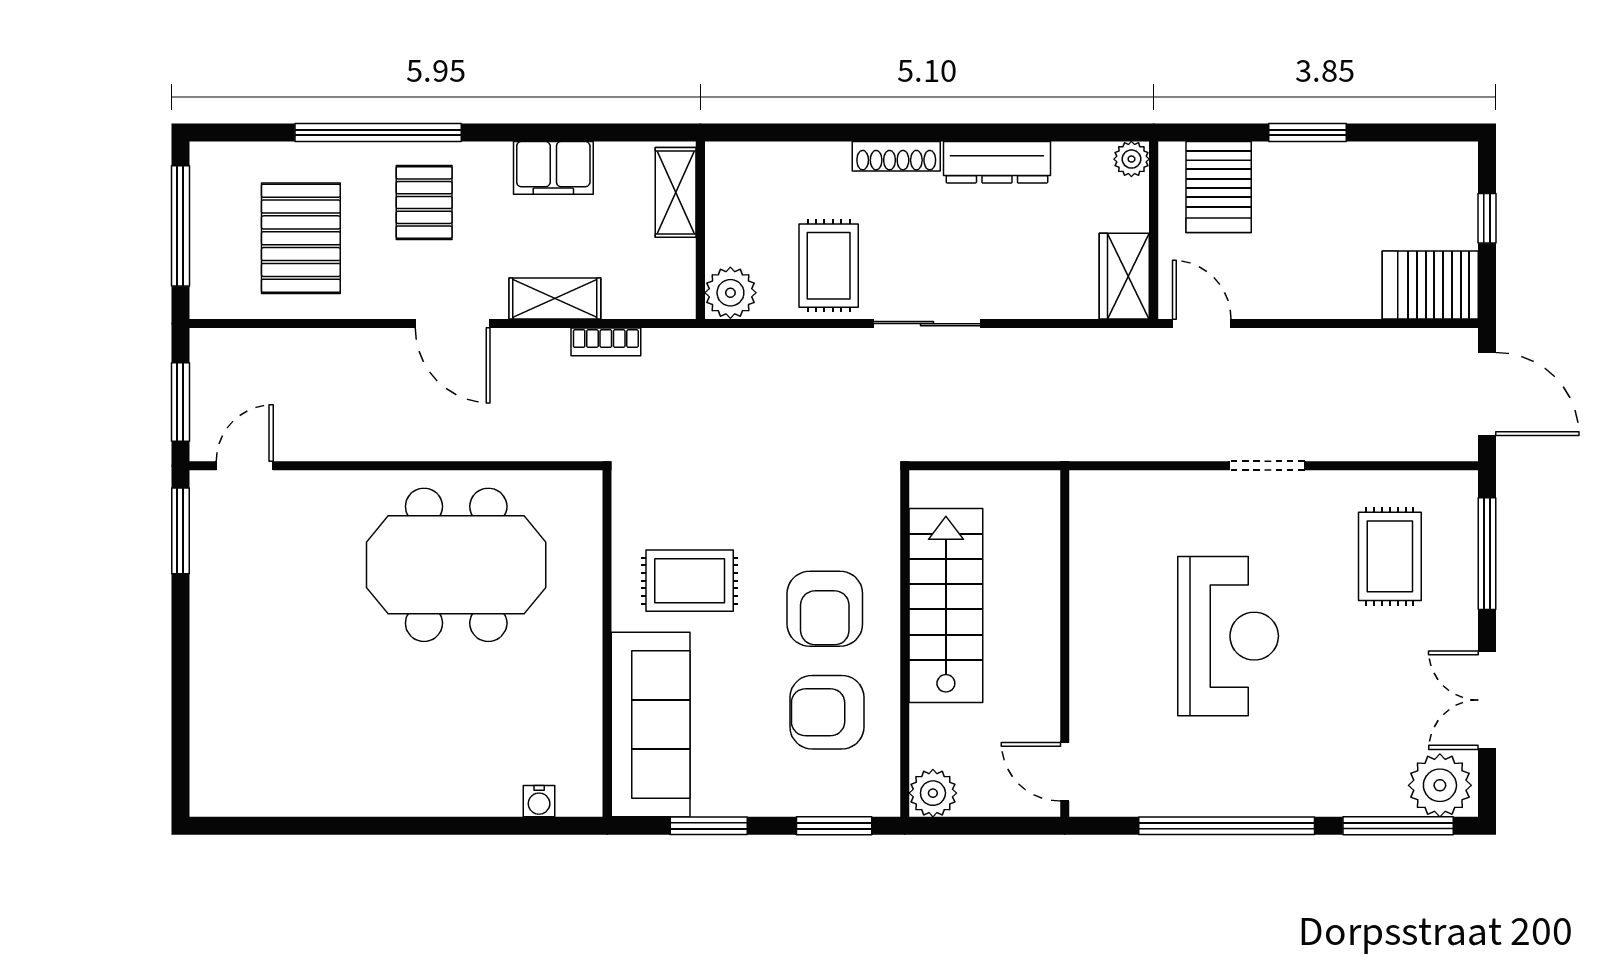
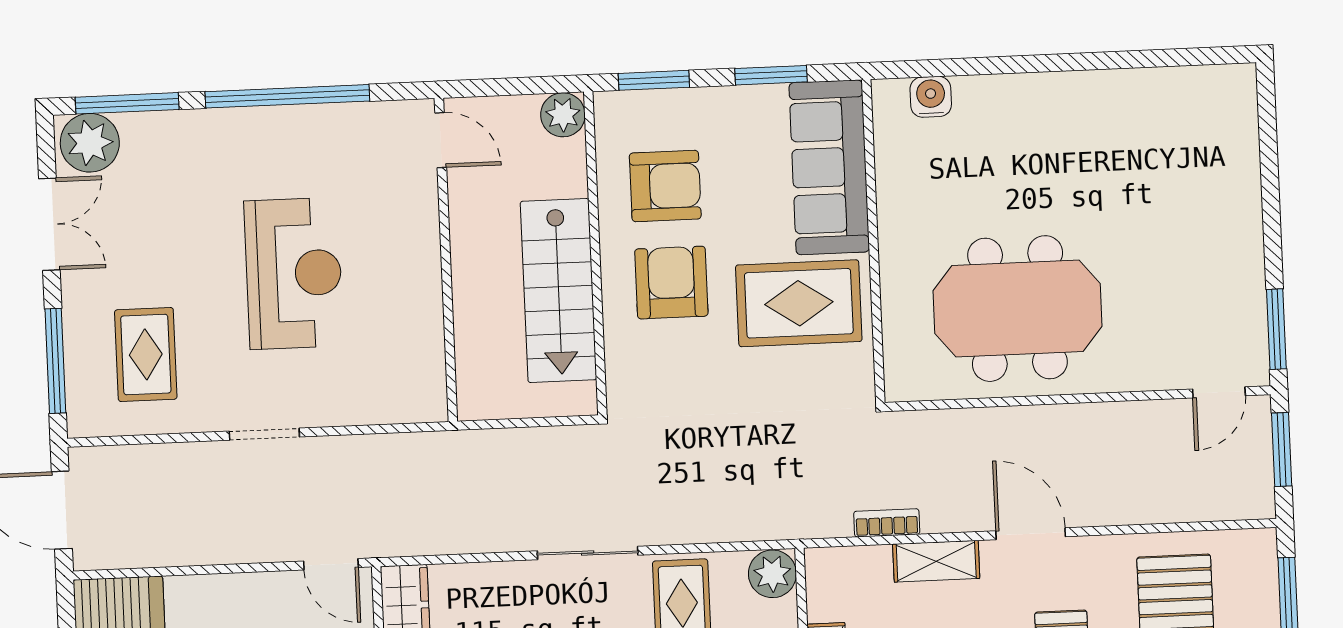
rug: (690, 581) -> (799, 303), width x1.36, depth x1.43
reception desk: (1228, 636) -> (294, 273), turned 180
water cooler: (539, 801) -> (931, 97), width x1.38, depth x1.38

